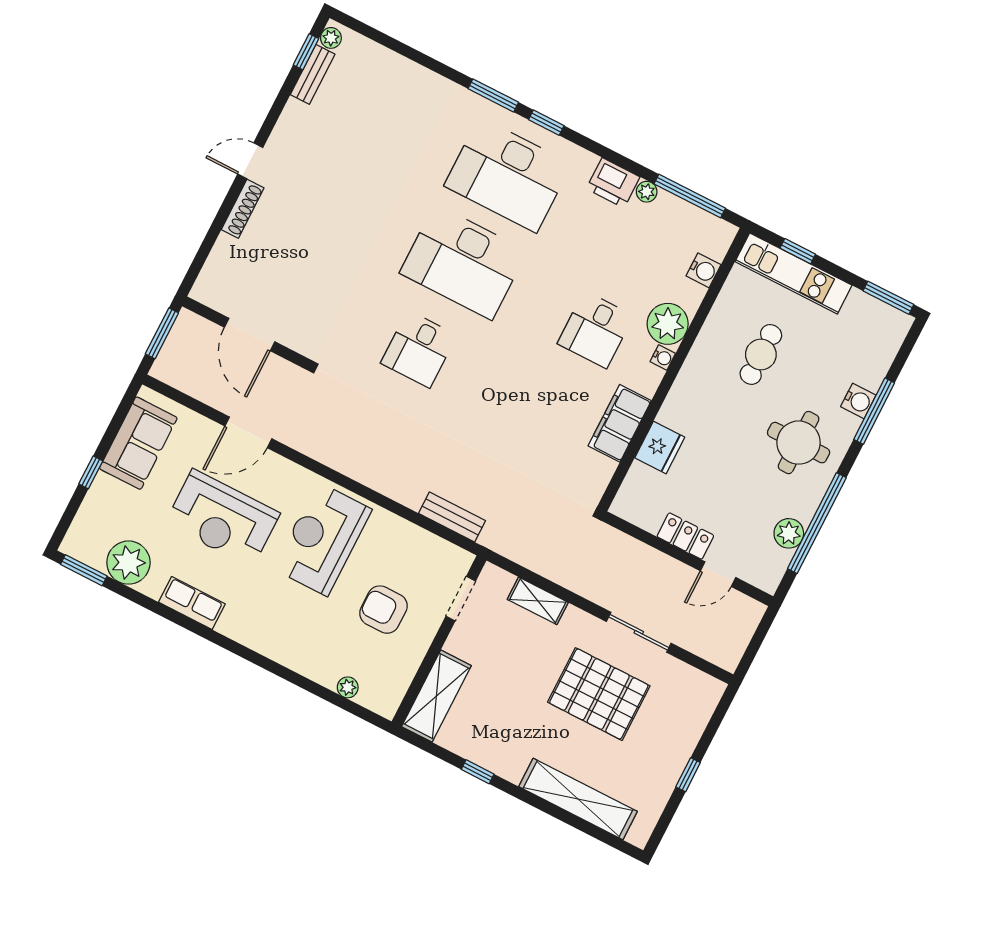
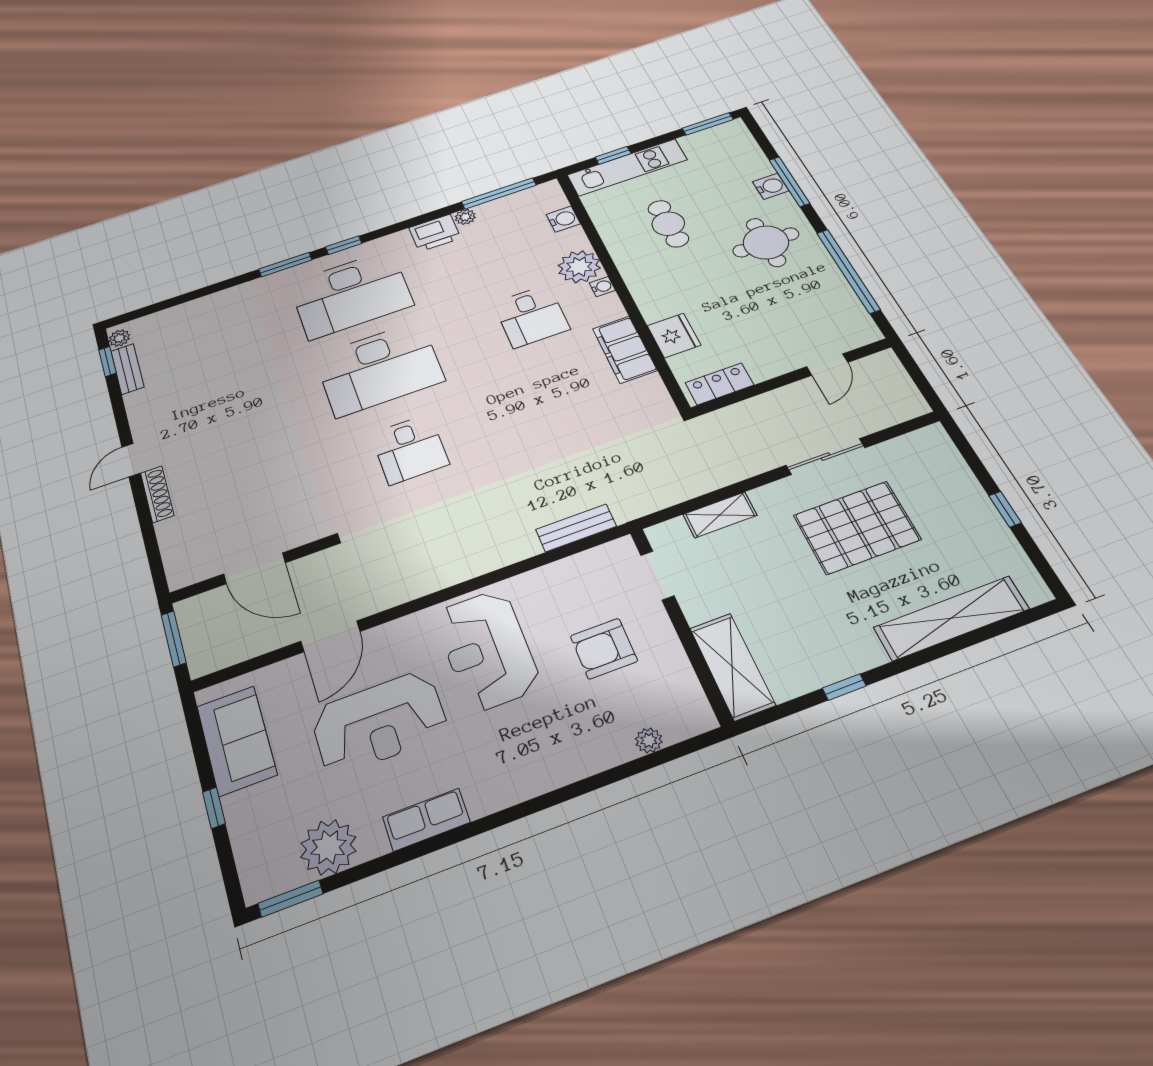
plant: (789, 533) -> (839, 294), removed
locker: (685, 536) -> (719, 384), moved

